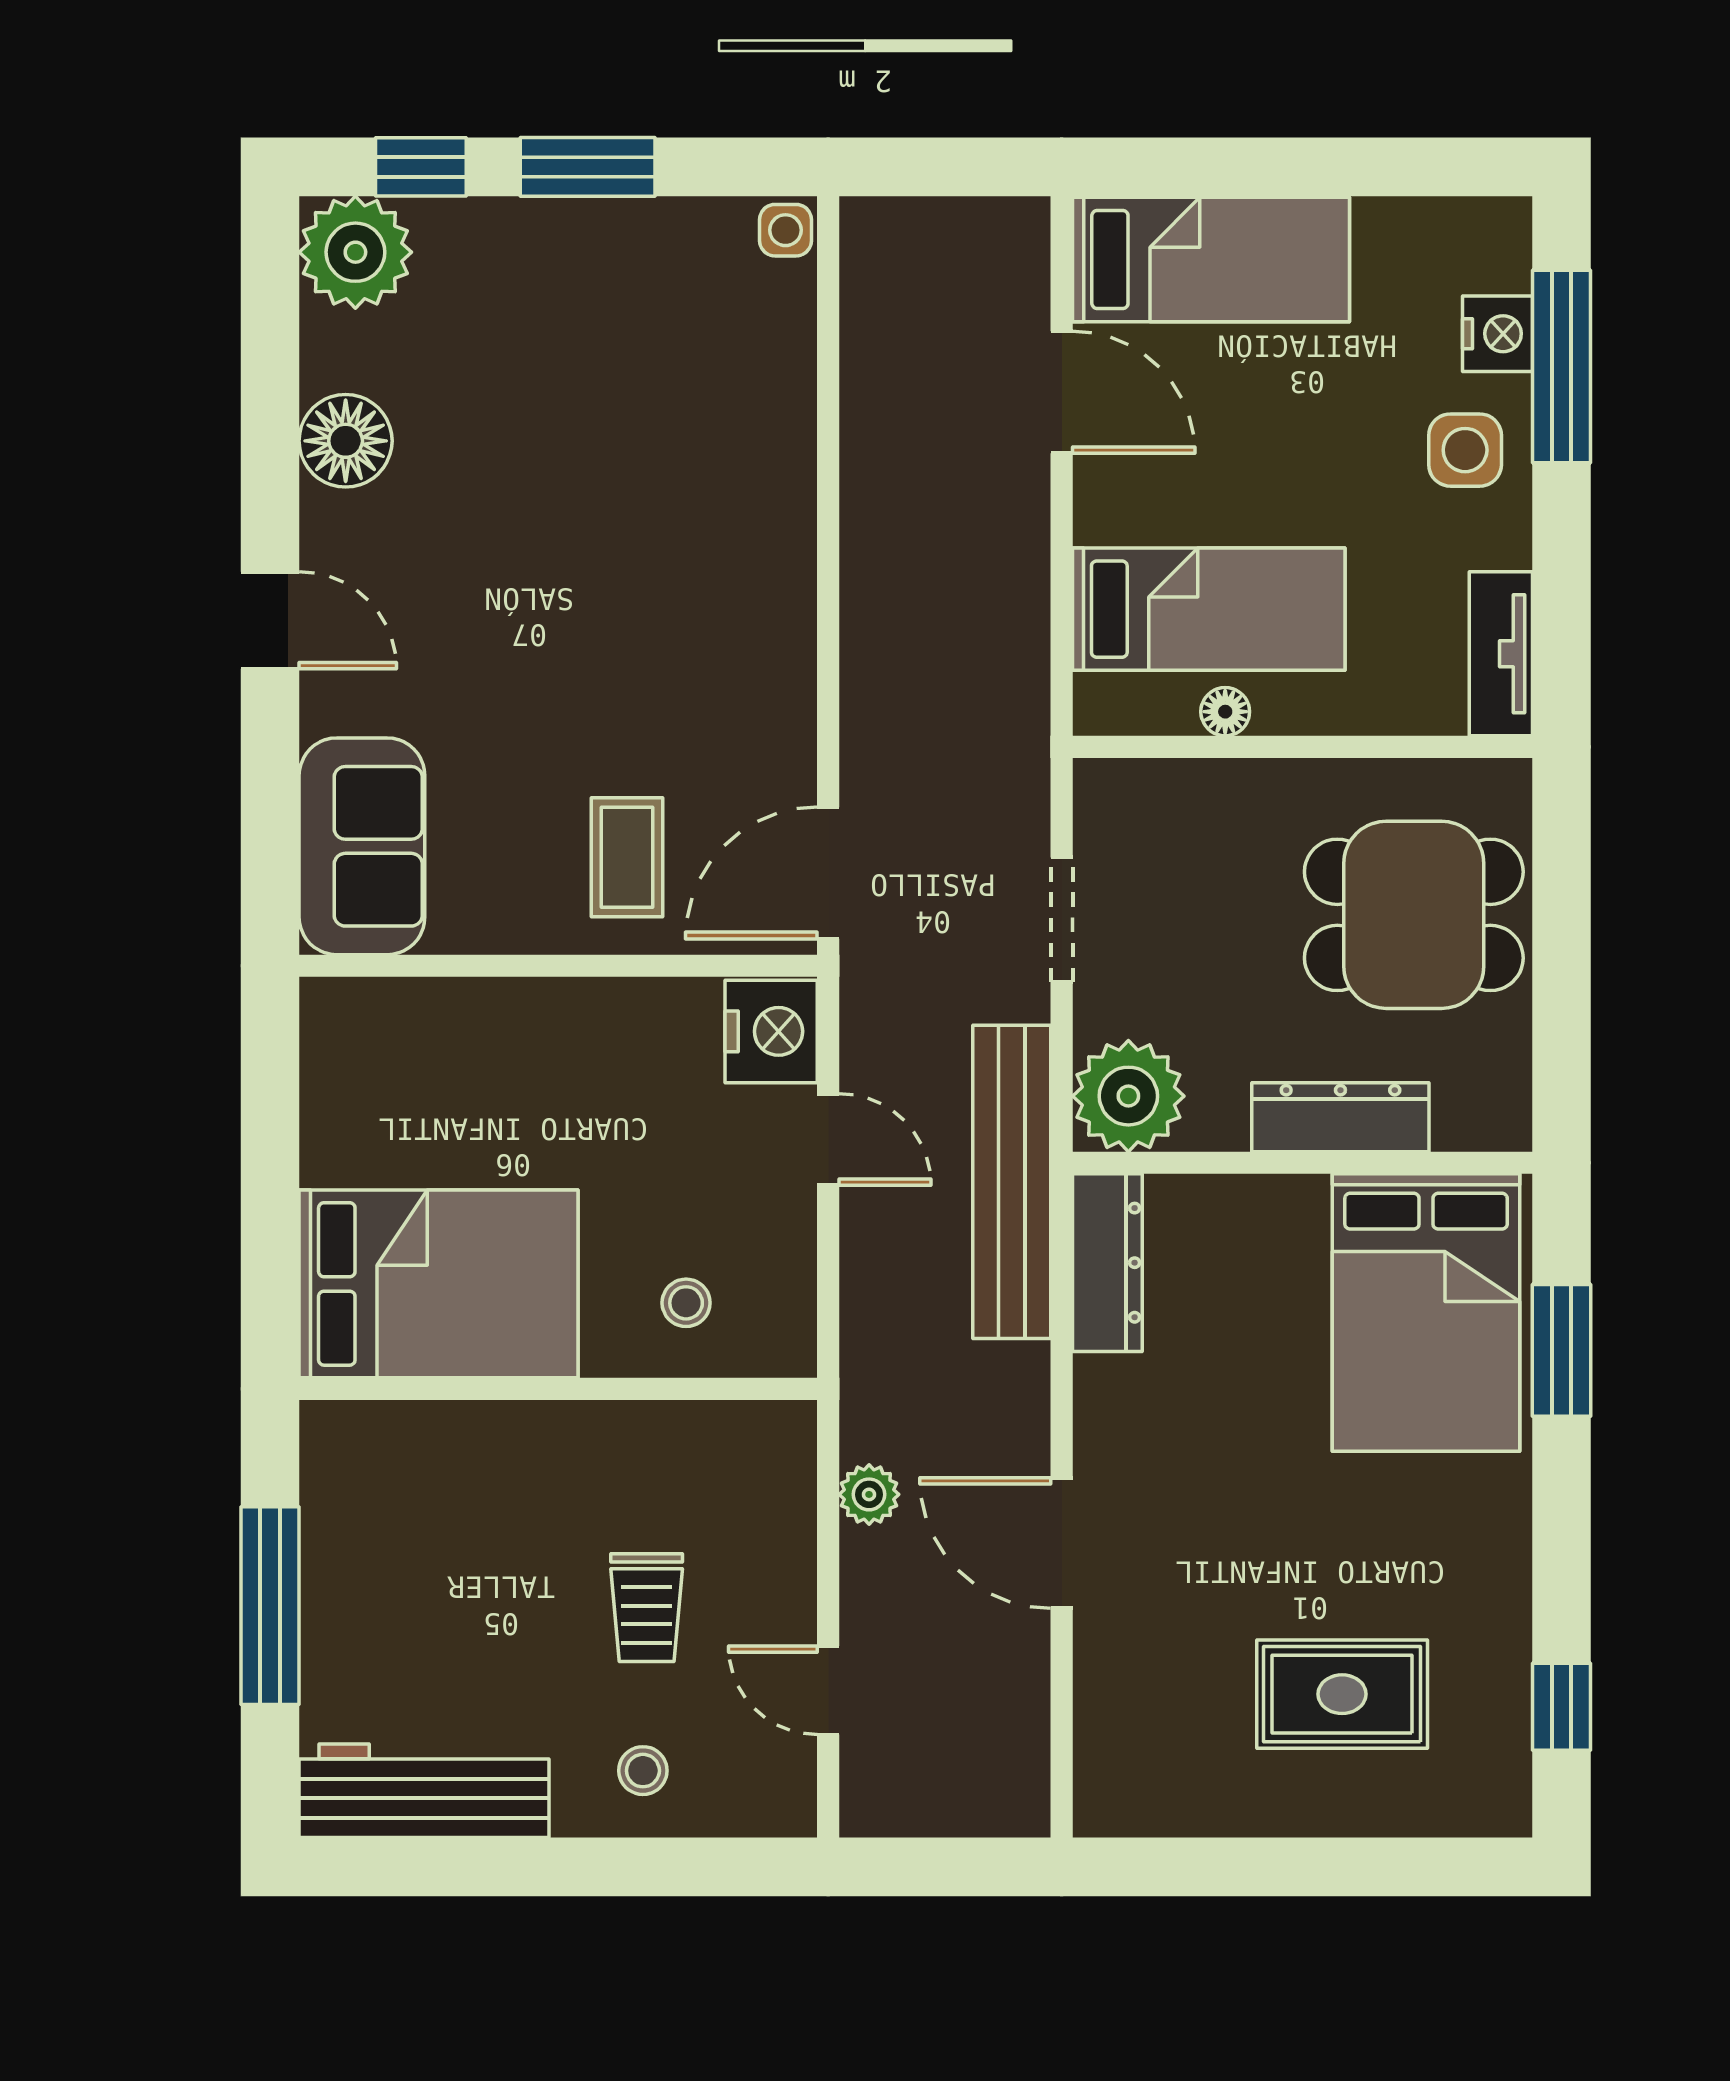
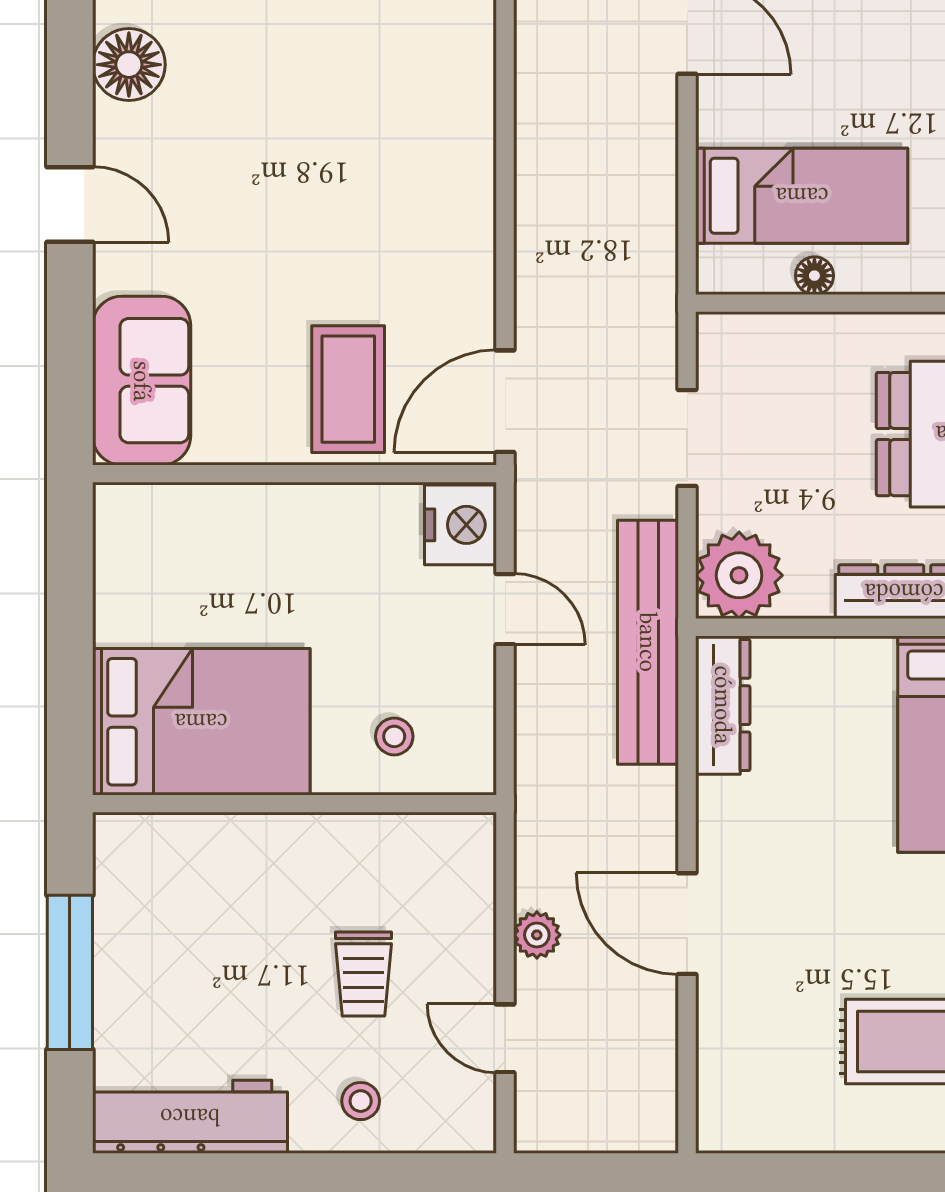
coffee table: (627, 857) -> (348, 389), width x1.36, depth x1.30
plant: (869, 1494) -> (537, 935), moved

